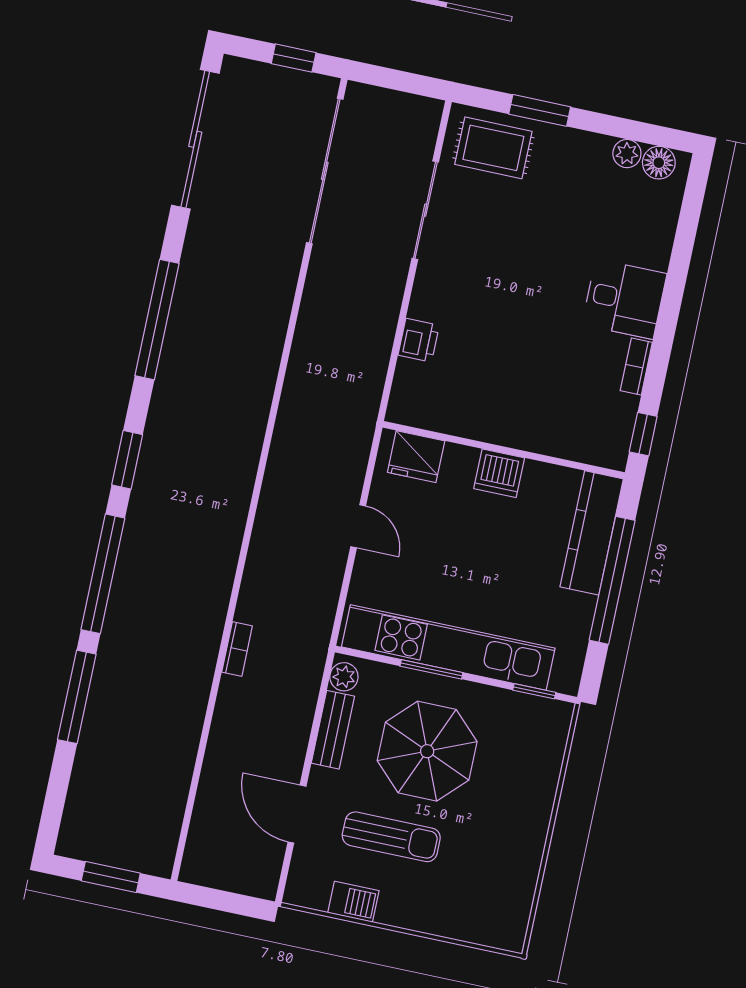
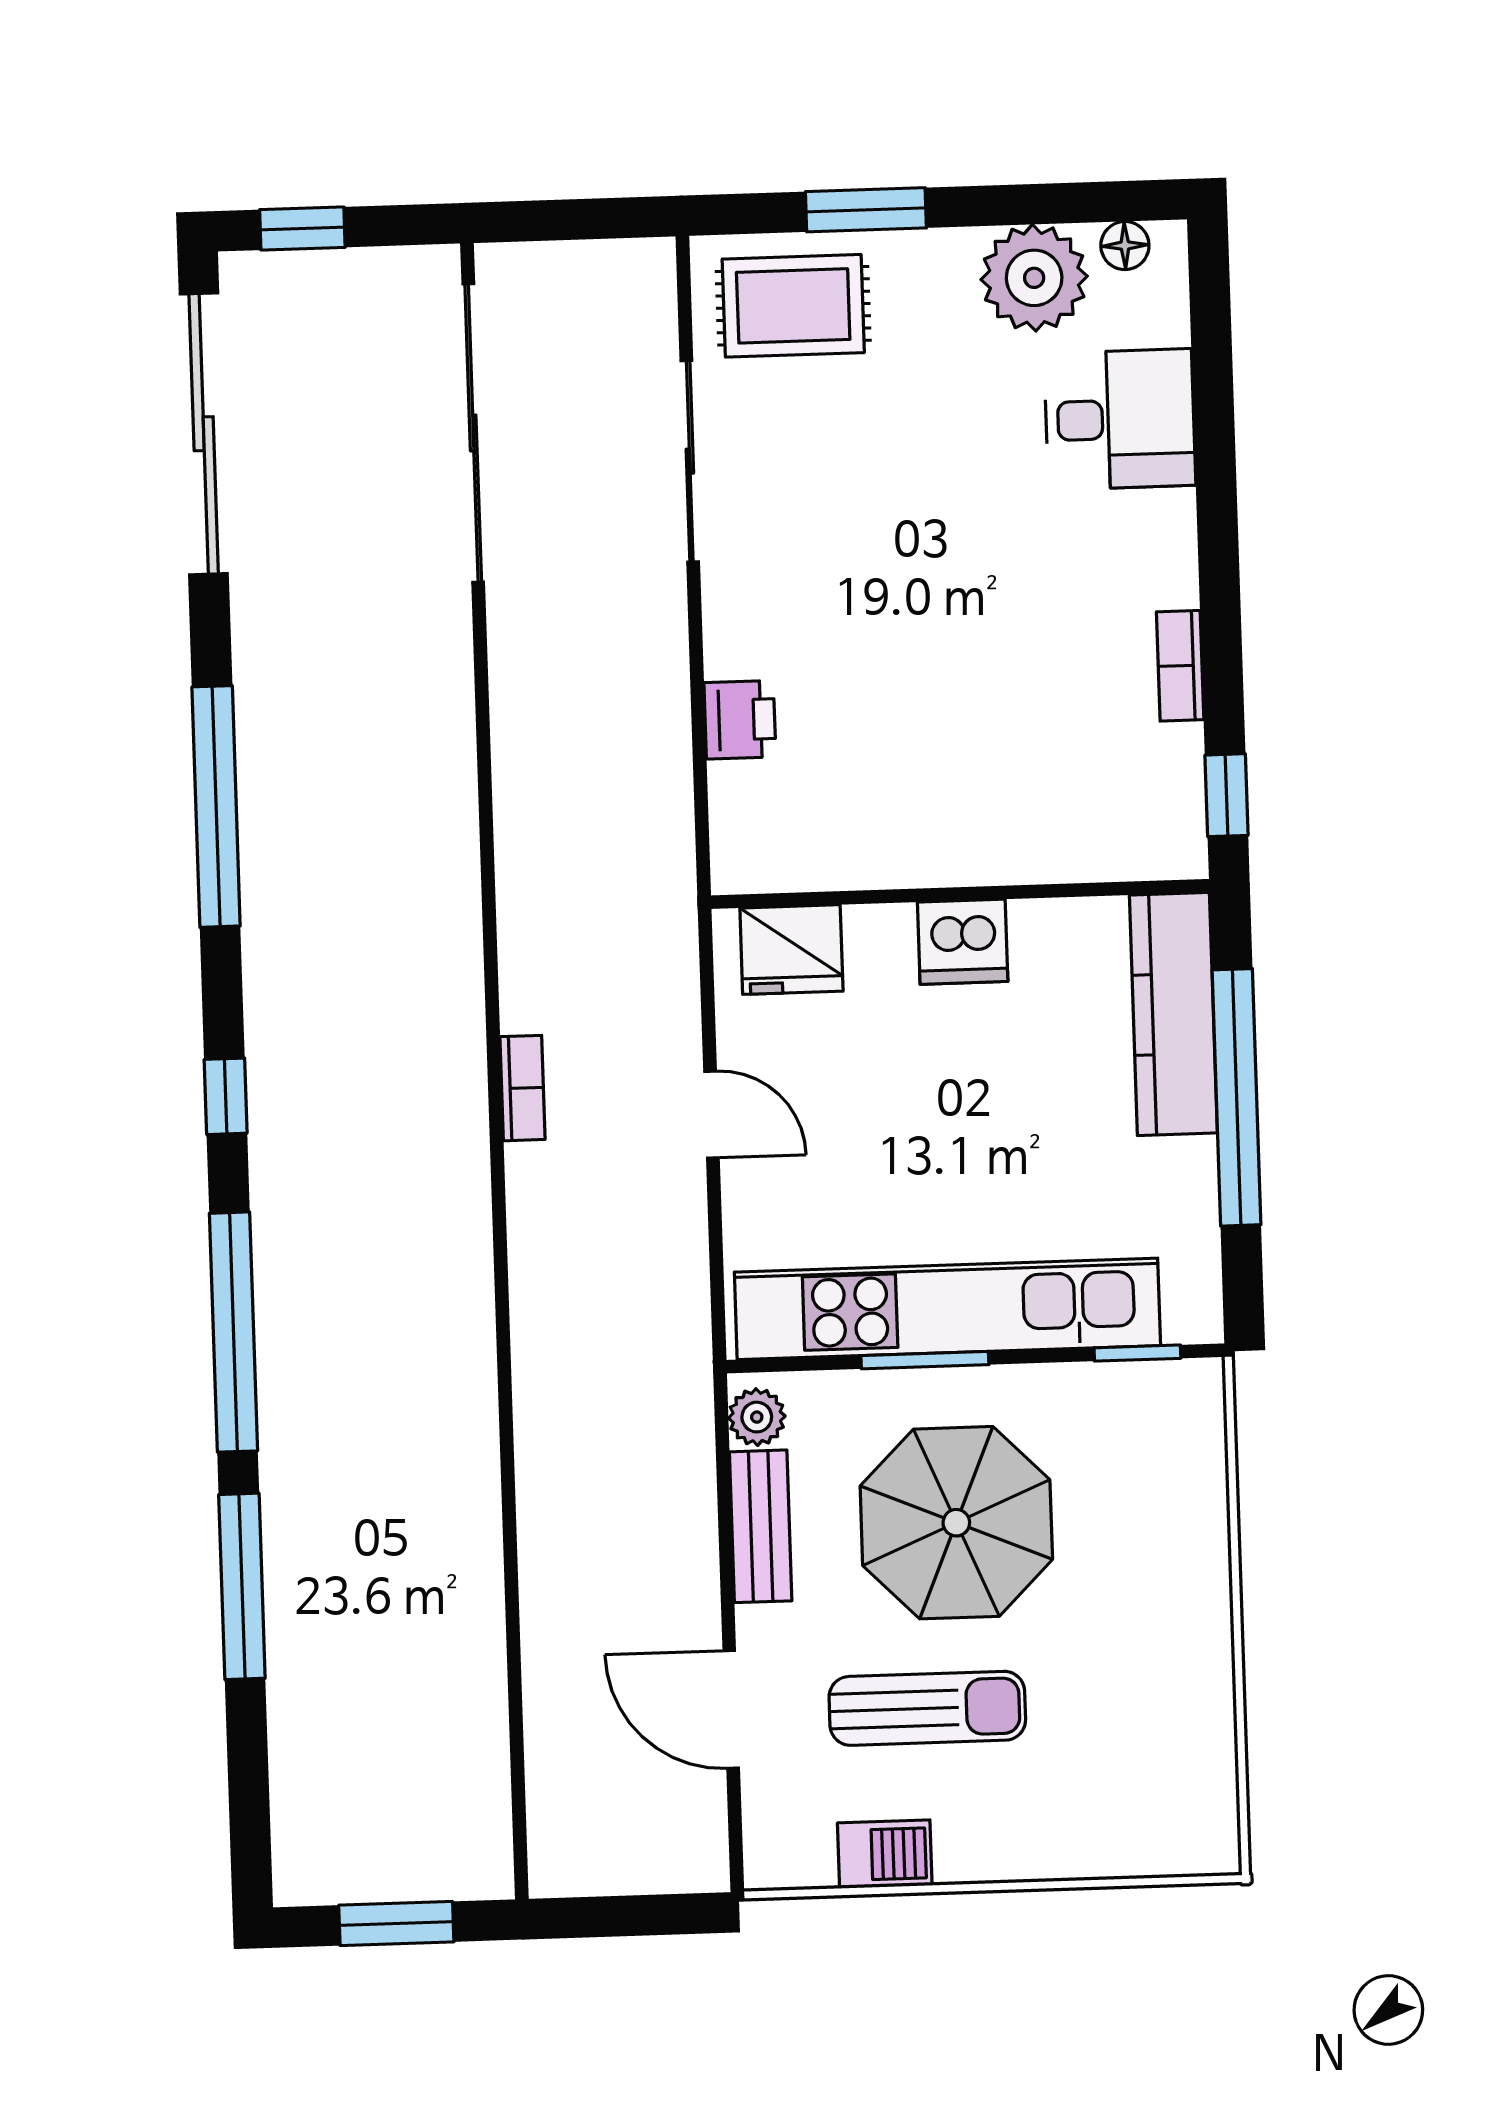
window: (294, 58) -> (302, 228), moved
plant: (627, 154) -> (1034, 278), width x1.88, depth x1.88
floor lamp: (659, 163) -> (1125, 246), width x0.73, depth x0.73
desk: (624, 299) -> (1120, 419), moved
window: (127, 460) -> (226, 1096), width x0.67
bookcase: (237, 649) -> (523, 1088), moved

